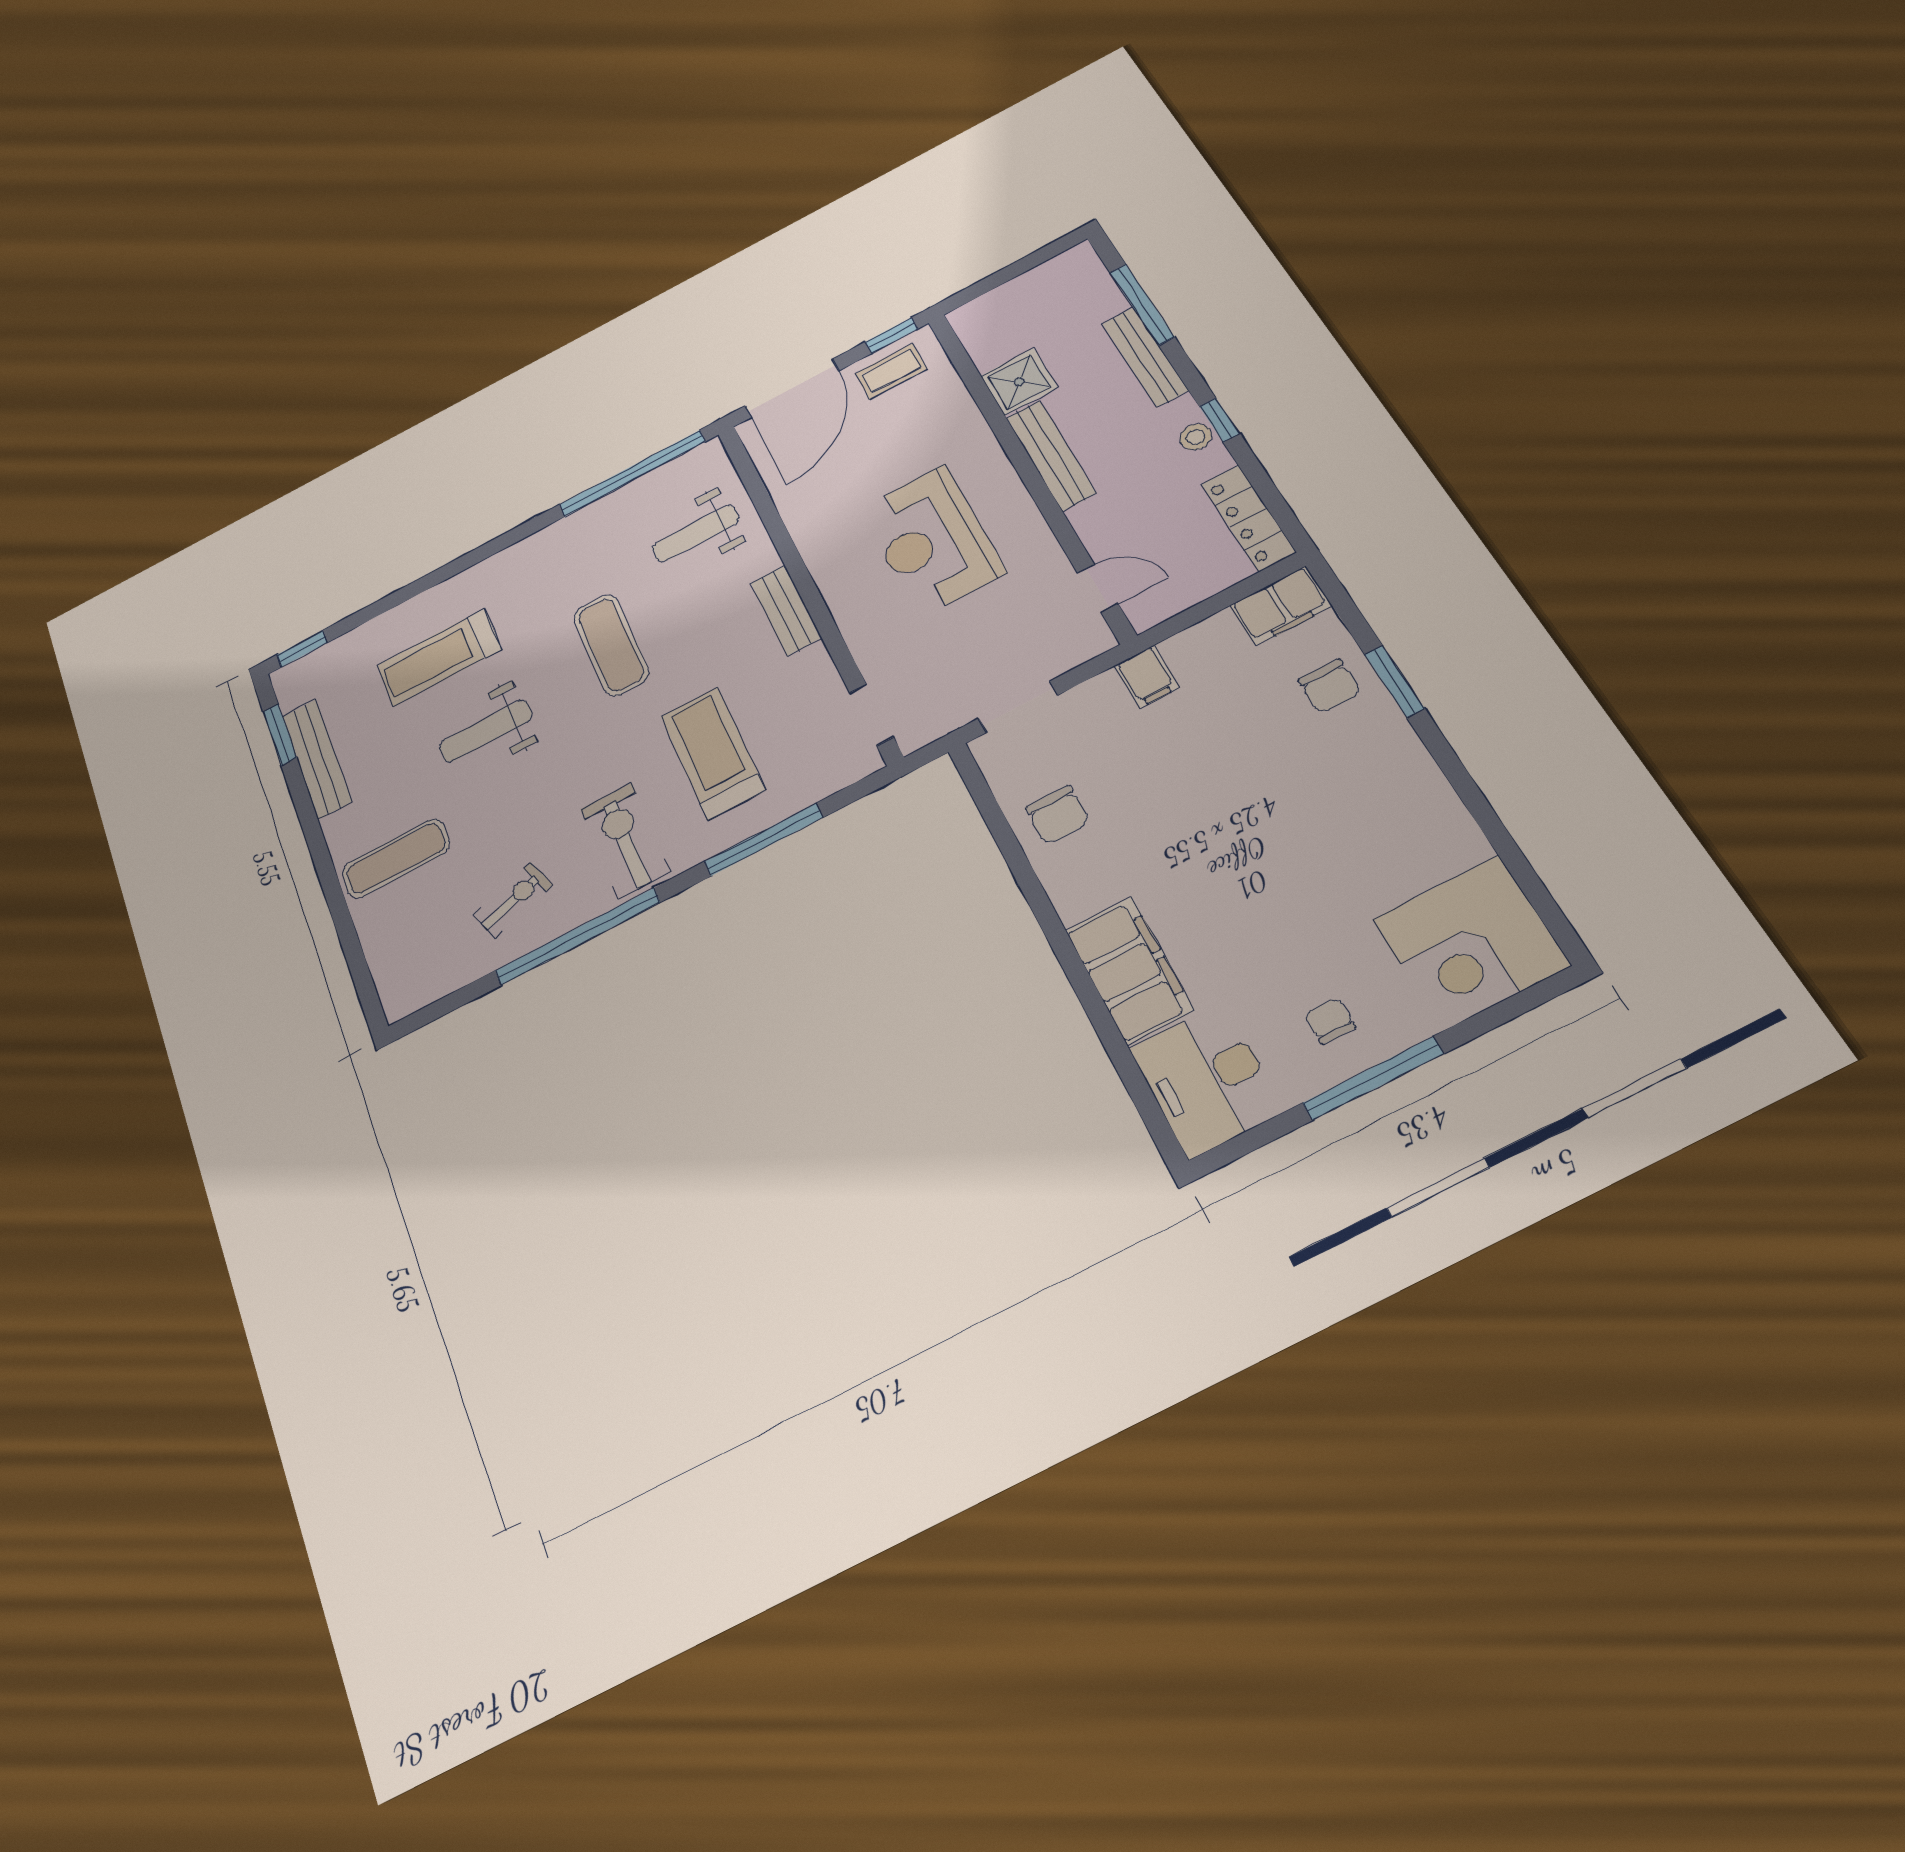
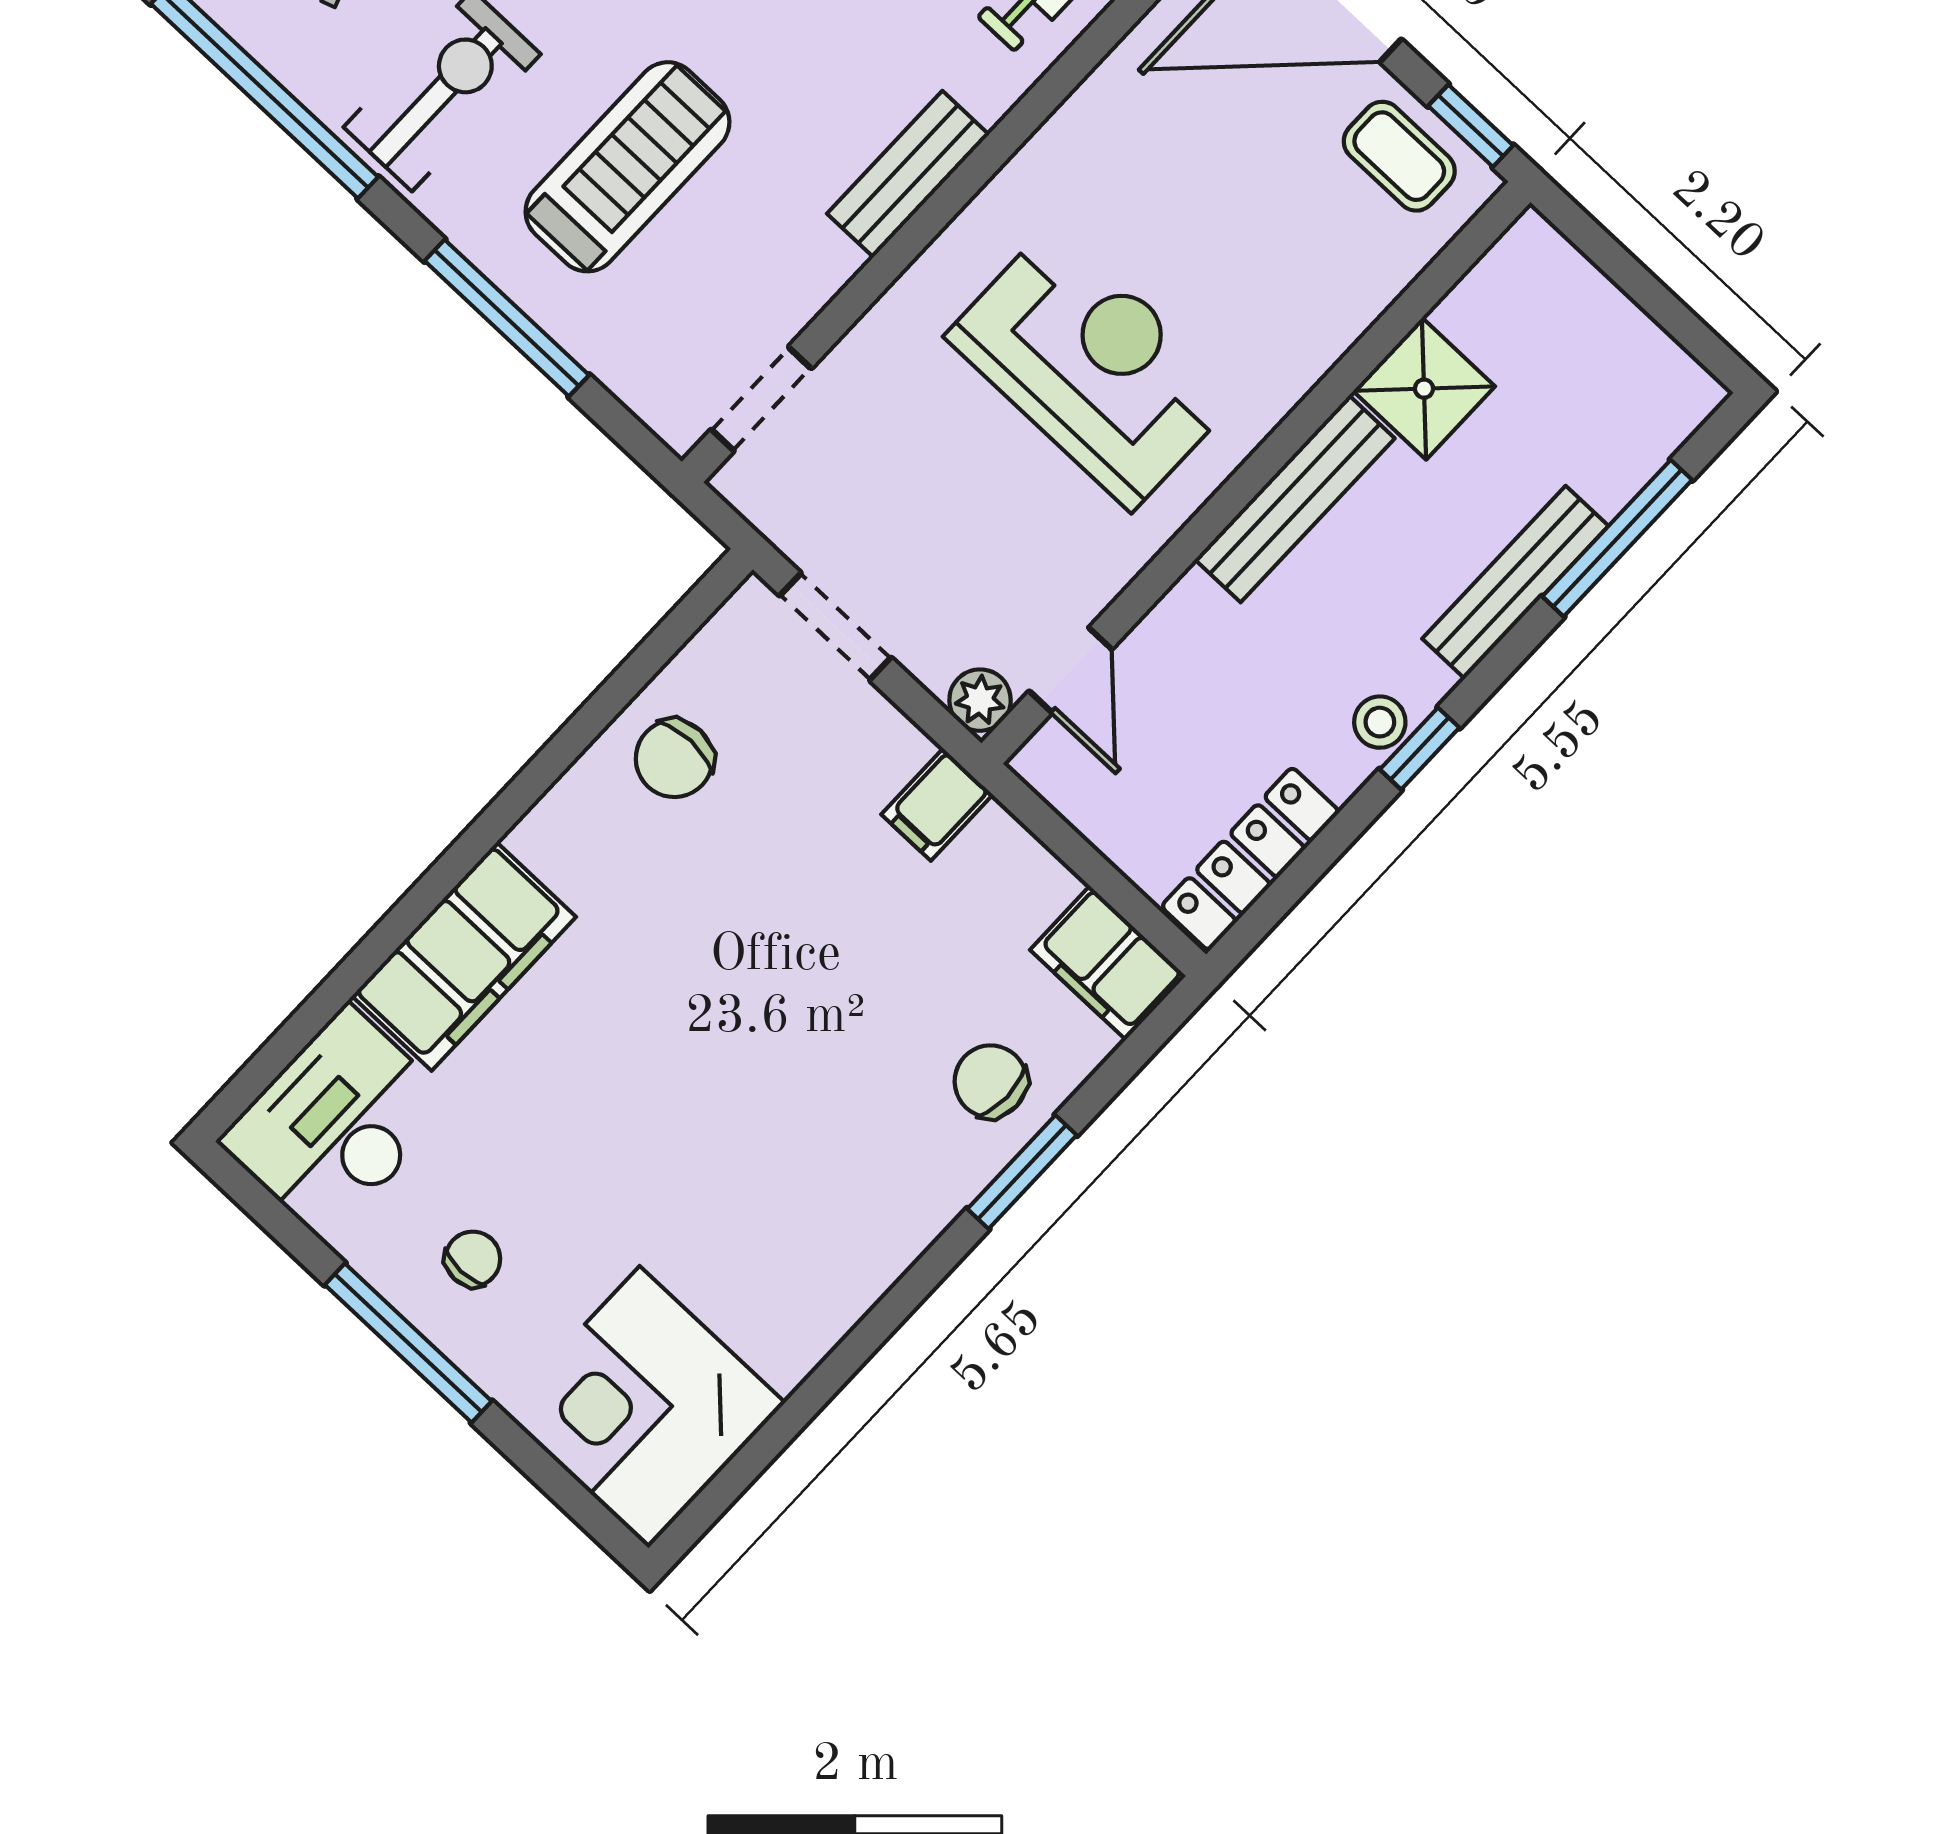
reception desk: (932, 540) -> (1093, 366), turned 90
plant: (1095, 640) -> (980, 700), added
chair: (1330, 686) -> (991, 1081), turned 90

